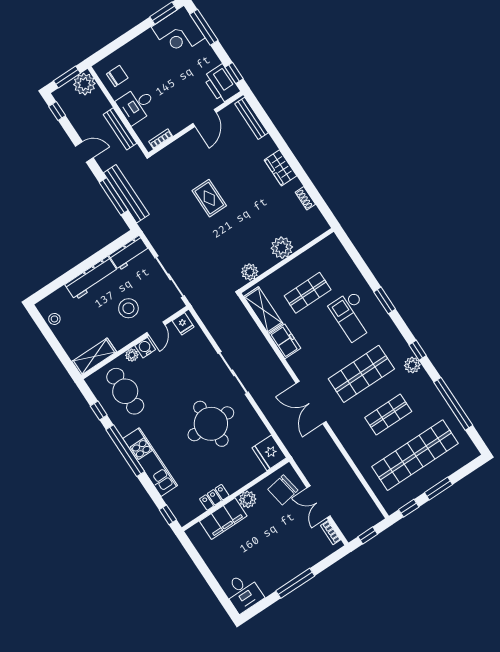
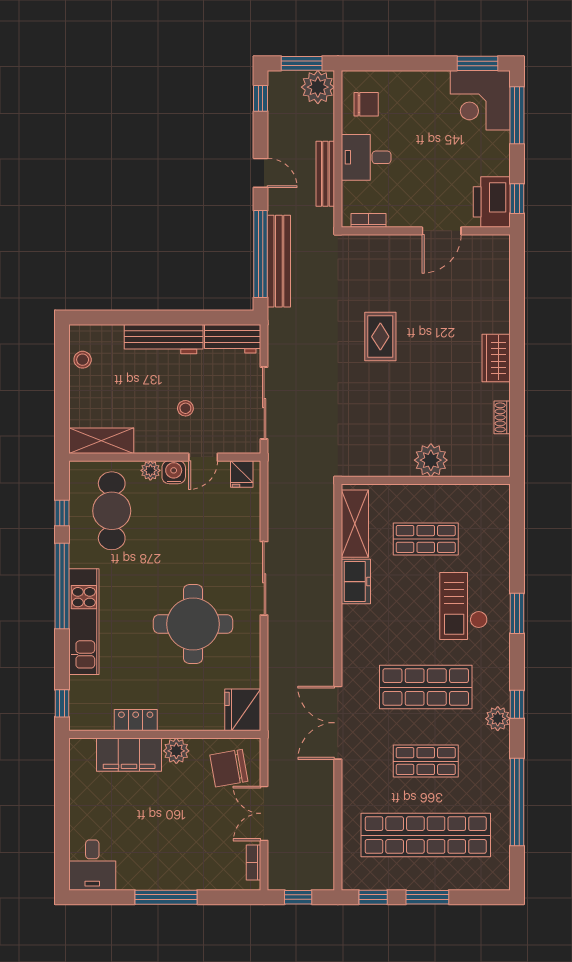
bench: (251, 118) -> (501, 271), removed
window: (114, 196) -> (261, 254), width x1.46
plant: (250, 272) -> (370, 464), removed
stool: (128, 308) -> (185, 408), width x0.53, depth x0.53
double door: (311, 402) -> (338, 723), moved

